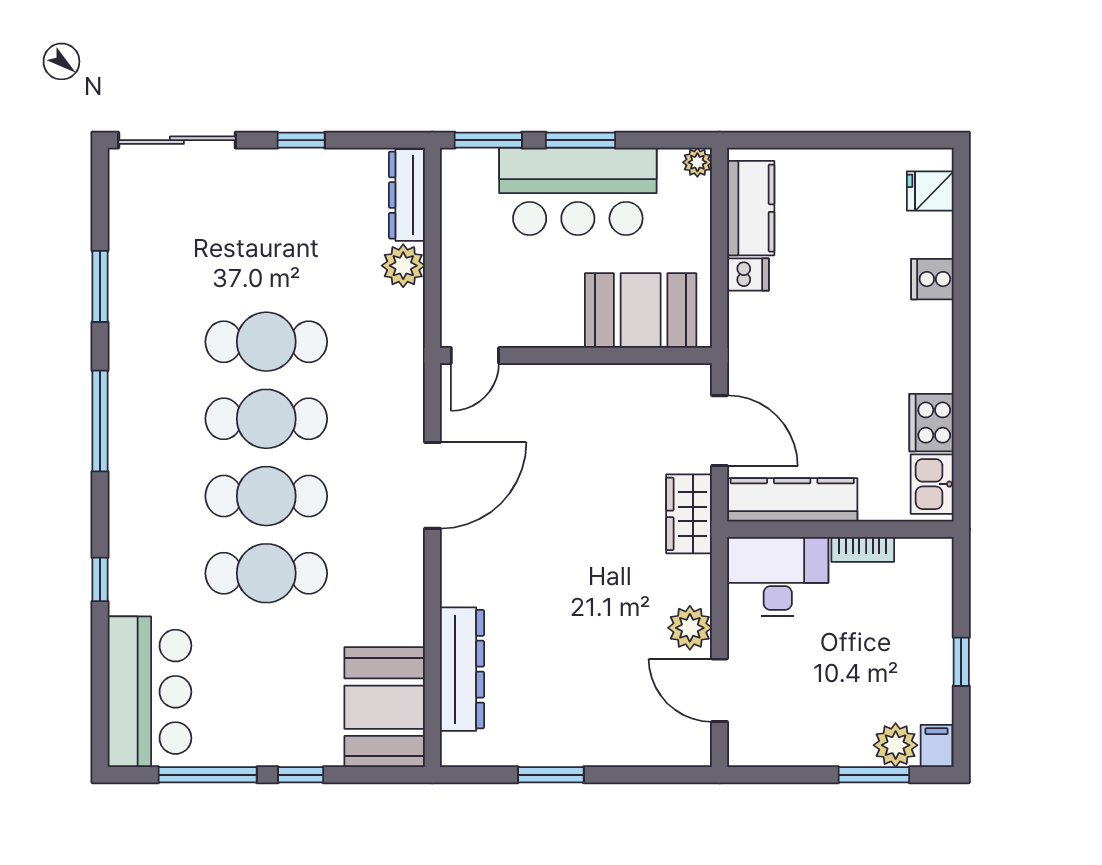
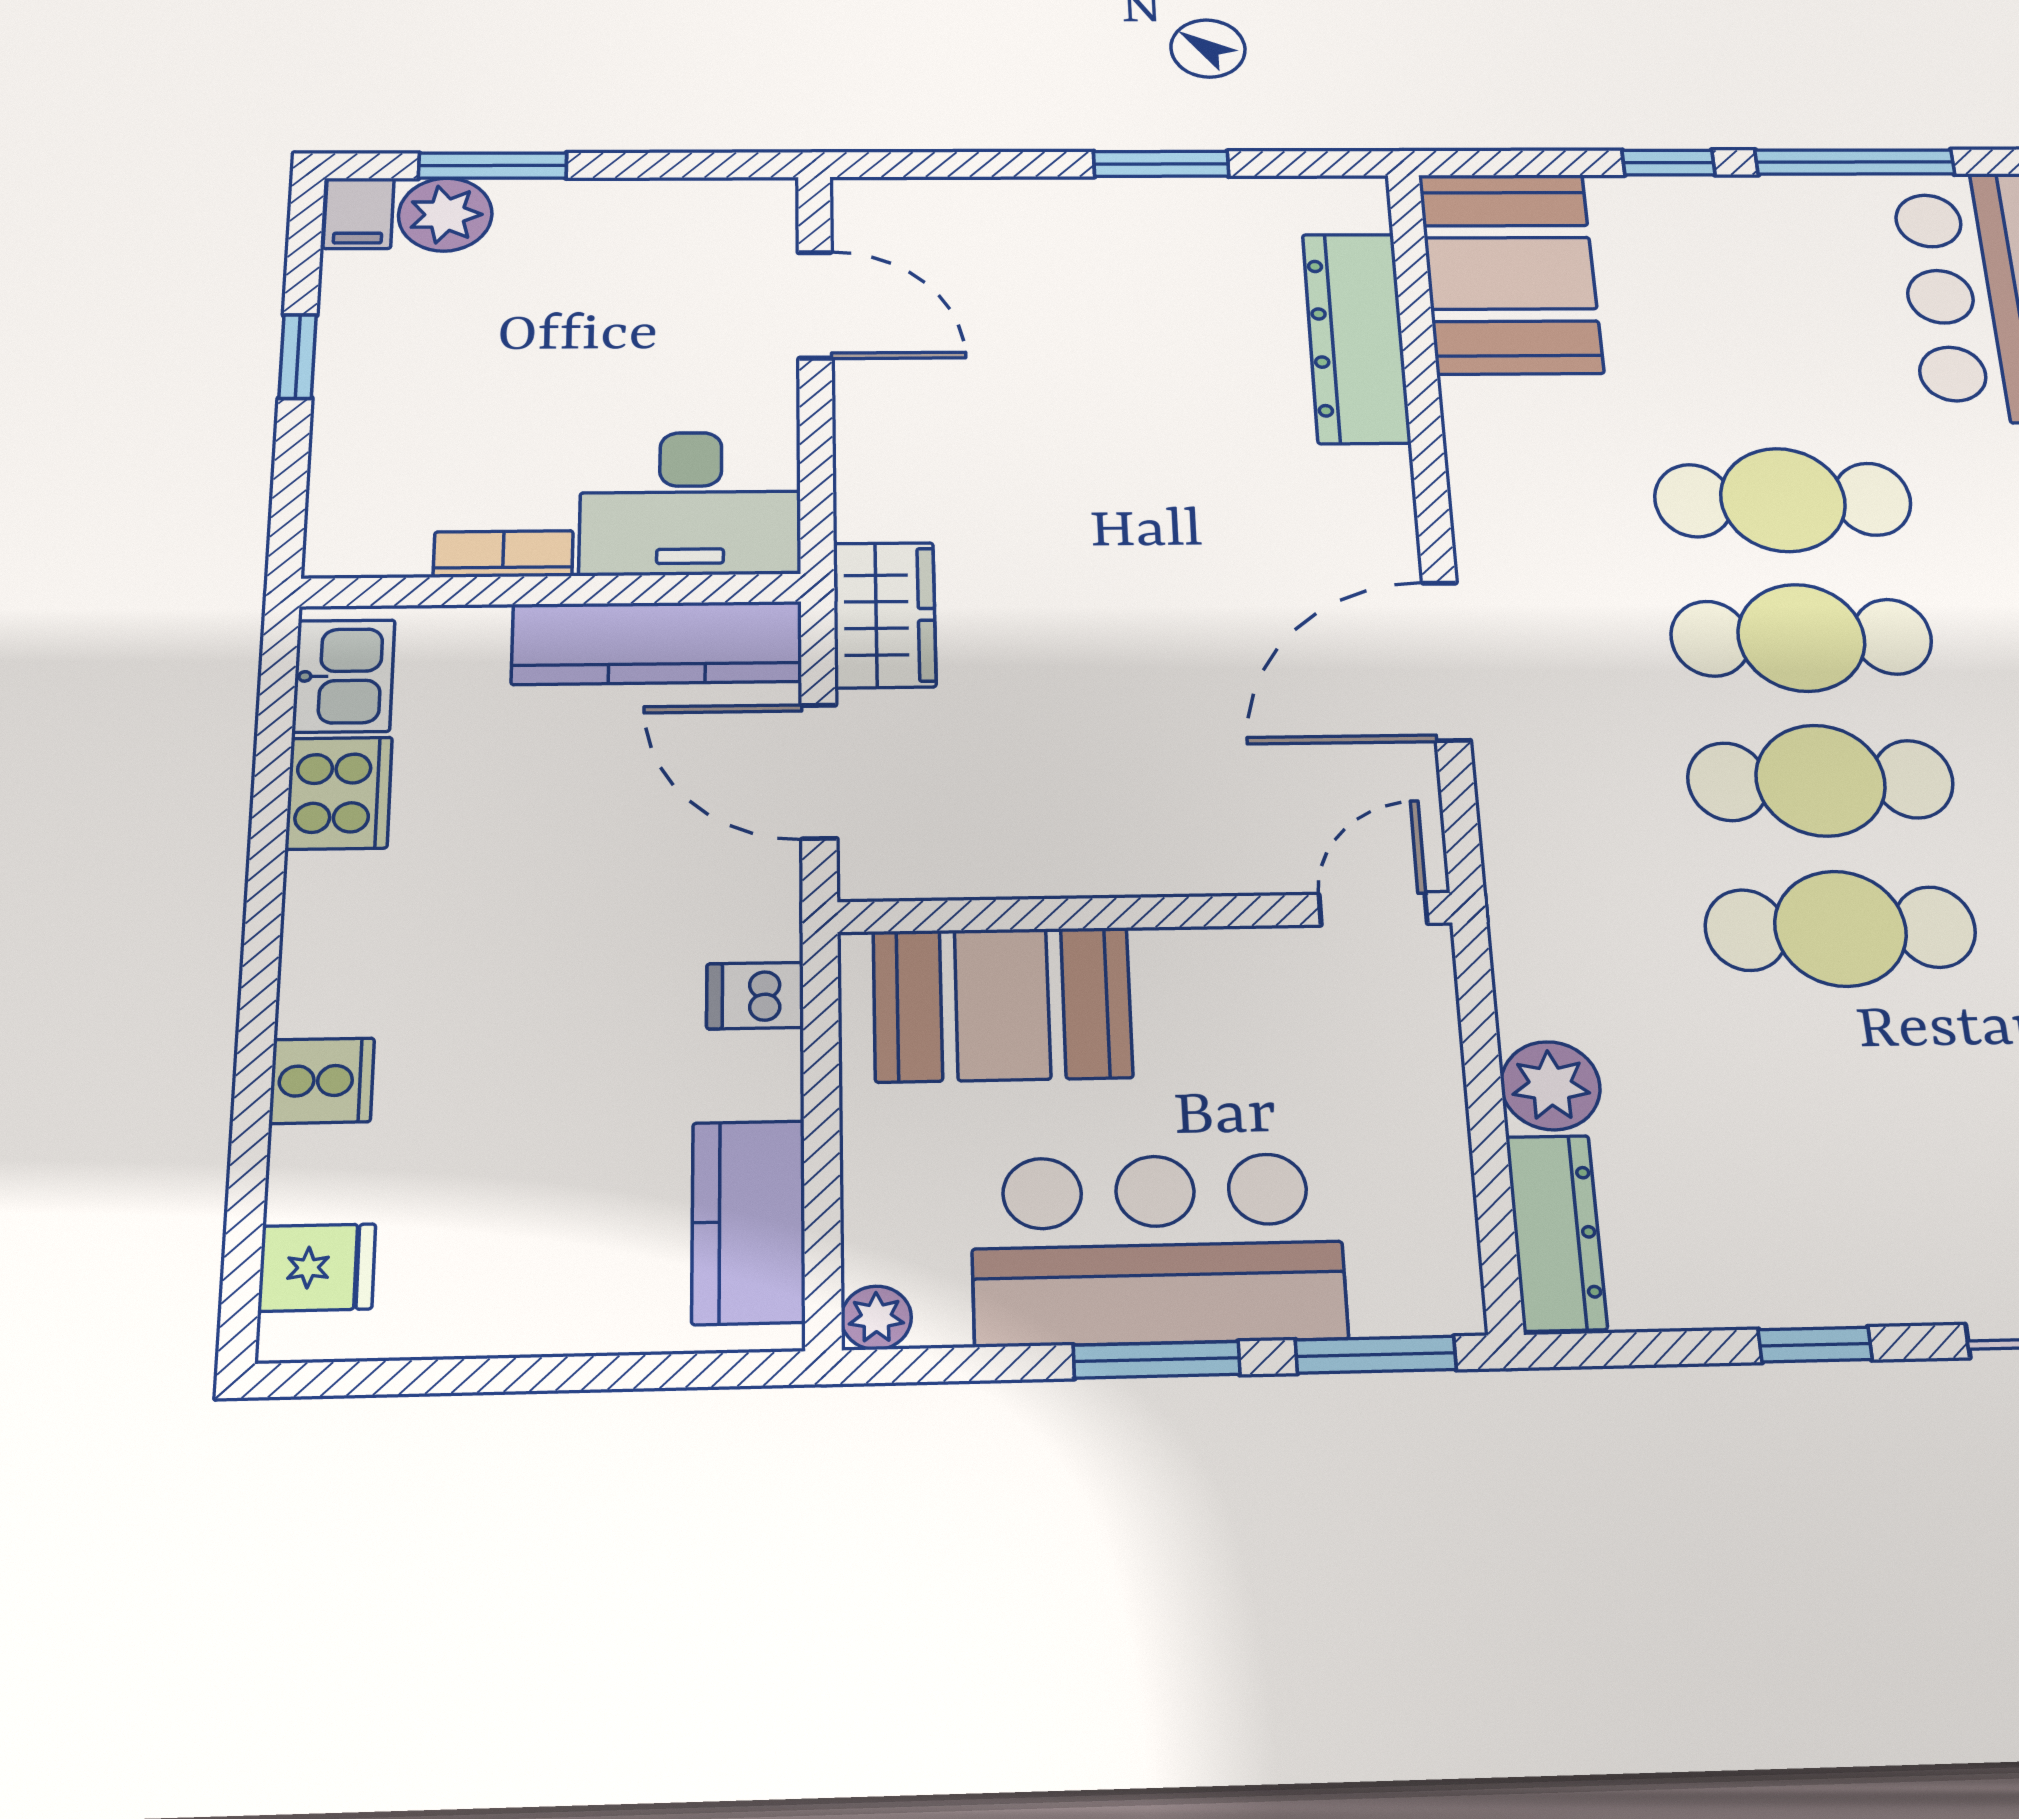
dishwasher: (748, 275) -> (755, 996), moved
plant: (690, 628) -> (879, 412), removed

